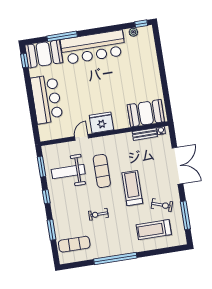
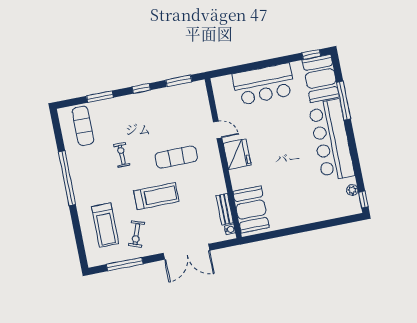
weight bench: (68, 172) -> (174, 115), removed
treadmill: (154, 230) -> (105, 225), turned 180

